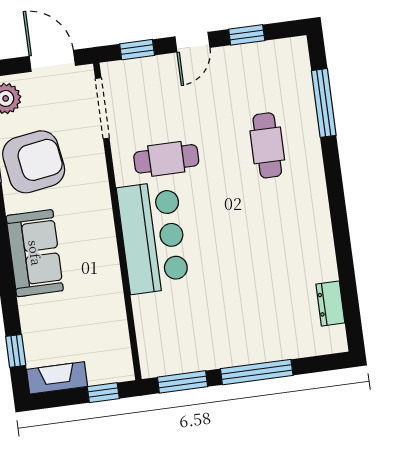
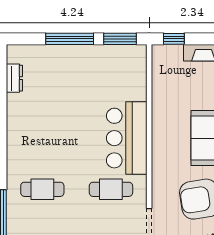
cafe table: (267, 145) -> (42, 189), turned 90

